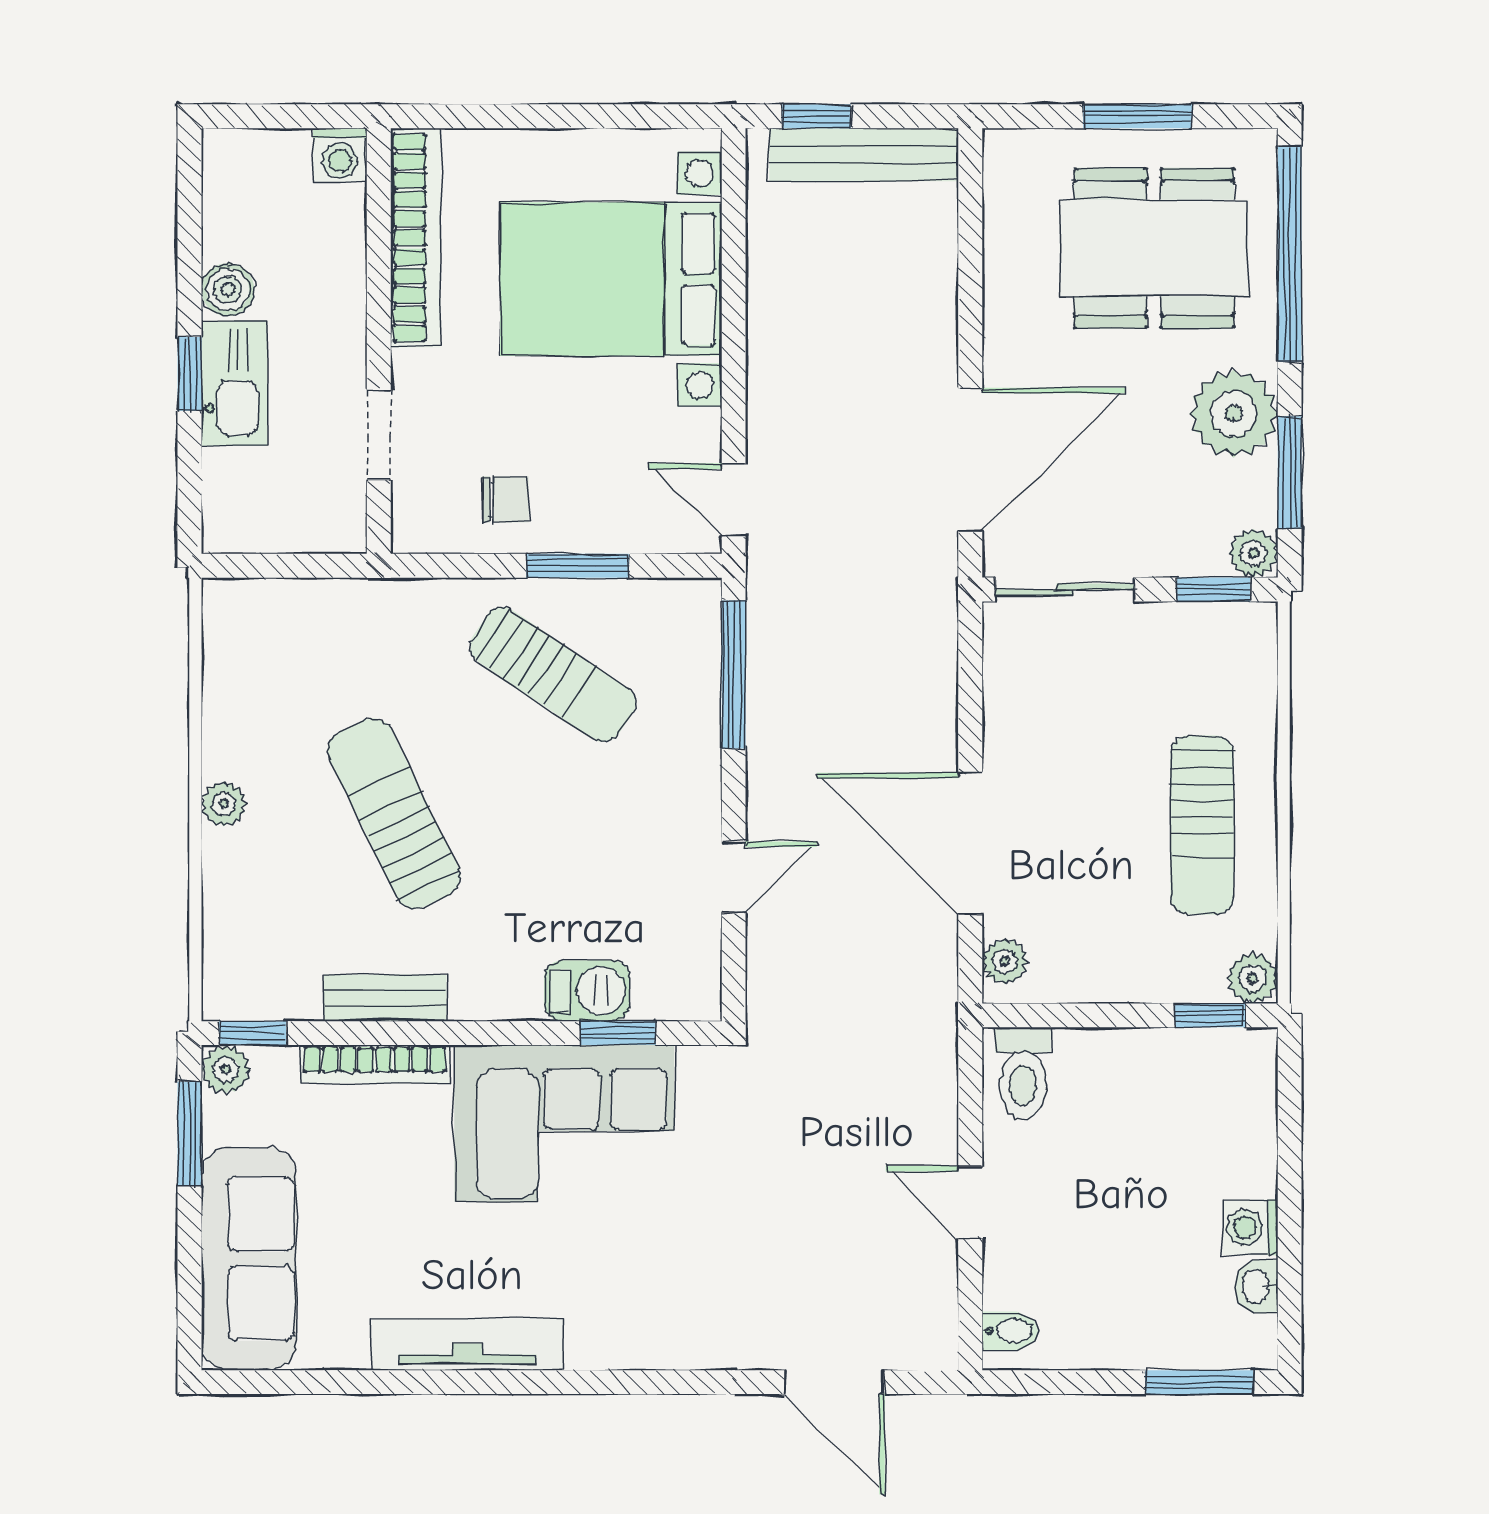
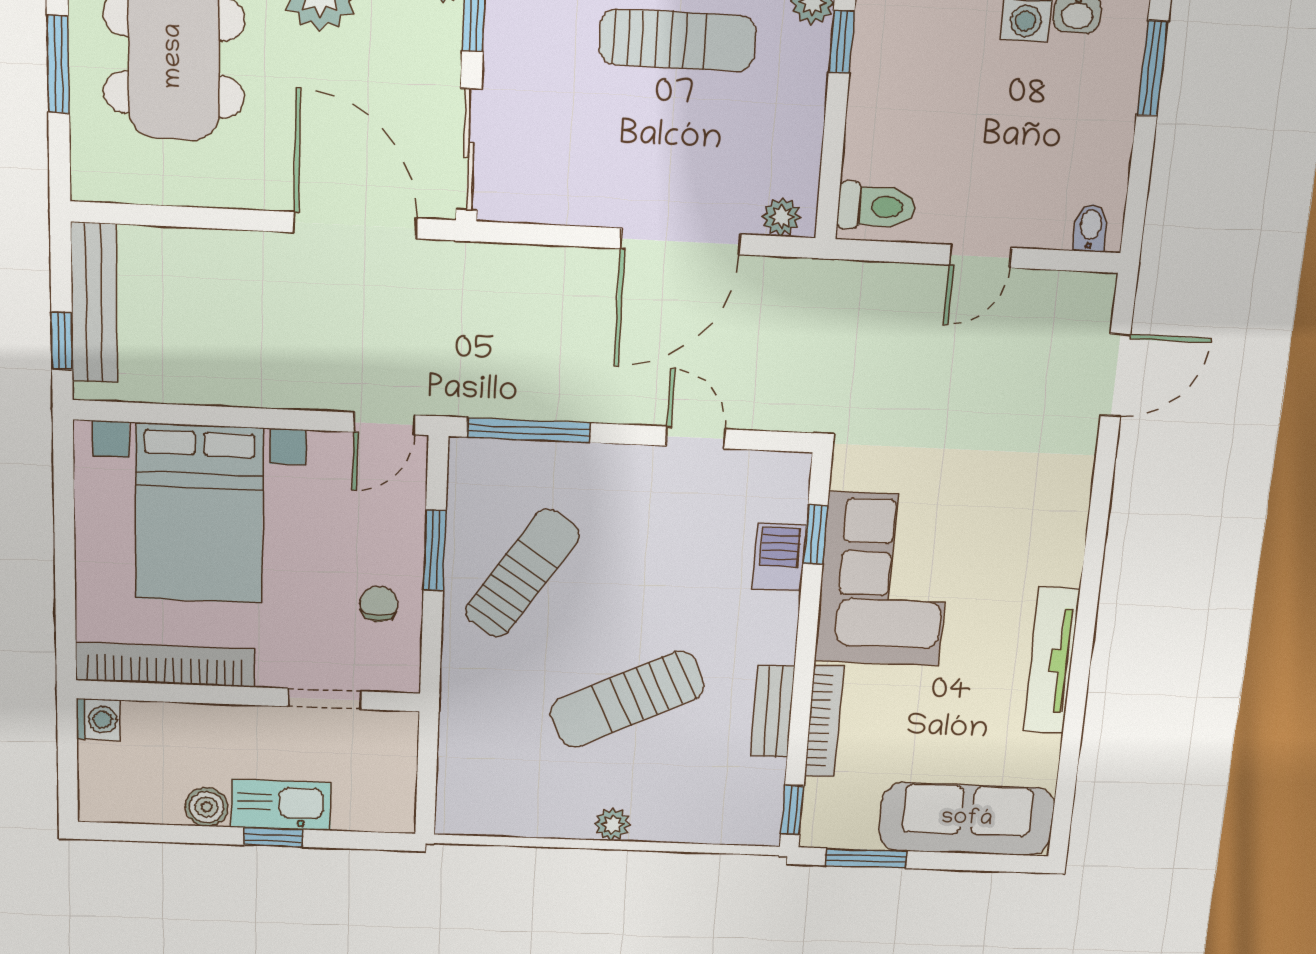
plant: (226, 1069) -> (819, 830), removed

